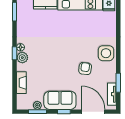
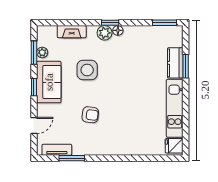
side table: (106, 53) -> (87, 70), moved
door: (93, 112) -> (34, 125), width x0.53

